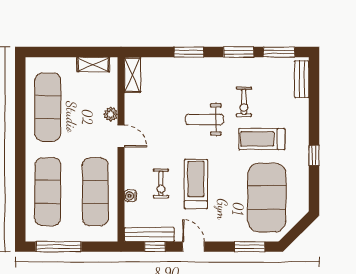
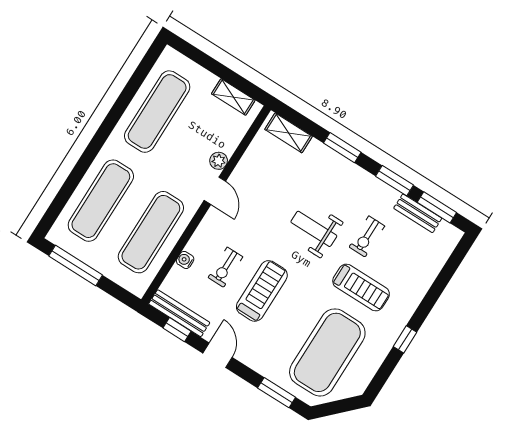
shelving: (132, 75) -> (289, 133), moved, turned 90
bench: (302, 79) -> (418, 213), moved, turned 90
treadmill: (262, 139) -> (361, 287), turned 180

